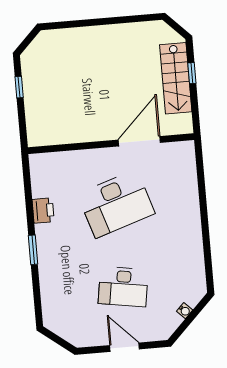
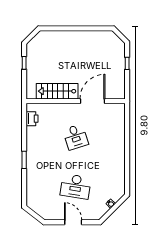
stairs: (176, 78) -> (57, 91), moved, turned 90
desk: (116, 204) -> (76, 137), width x0.53, depth x0.77
printer: (43, 210) -> (32, 119), moved

